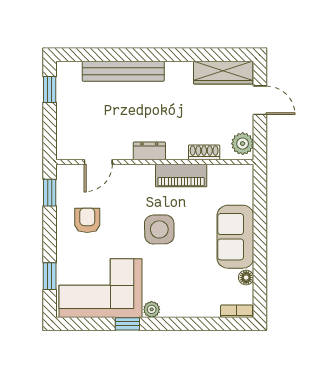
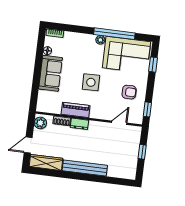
bench: (123, 71) -> (85, 168), moved
window: (50, 89) -> (142, 152), moved
door: (260, 100) -> (28, 145), hinge flipped
dresser: (149, 151) -> (79, 124), moved
armchair: (87, 220) -> (129, 92), turned -90
window: (127, 324) -> (114, 34), width x3.17

